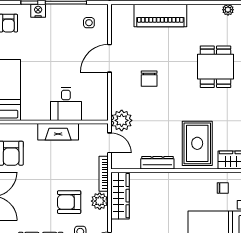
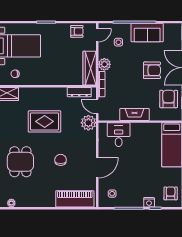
piano: (160, 15) -> (75, 199), moved
chair: (149, 79) -> (61, 160), moved
desk: (66, 104) -> (119, 135), moved
rug: (197, 143) -> (45, 121), moved, turned 90
dresser: (157, 163) -> (79, 92), moved
armchair: (69, 202) -> (152, 70), moved

